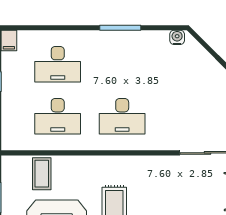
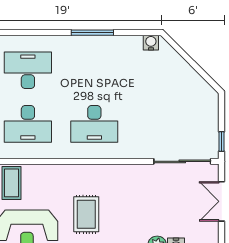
desk: (58, 64) -> (28, 70), turned 180

